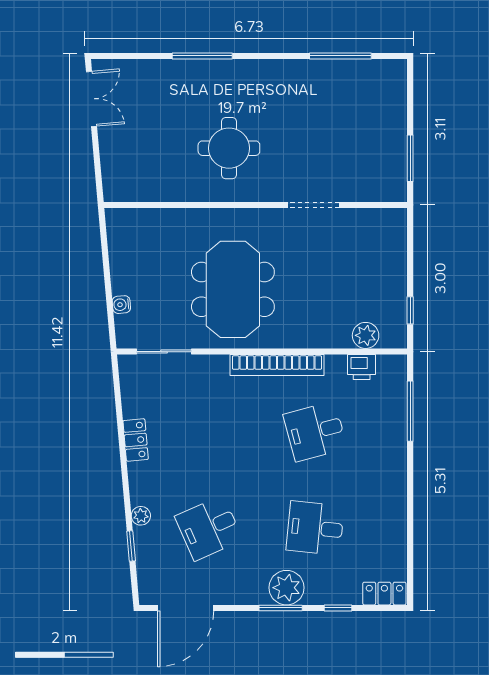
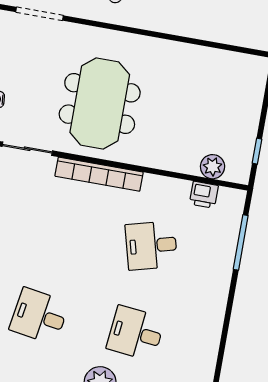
doorway: (313, 205) -> (40, 14), moved
bookcase: (277, 365) -> (99, 174), moved
desk: (209, 528) -> (39, 316), turned 33

